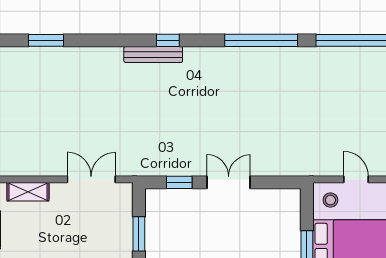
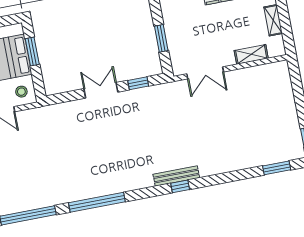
window: (46, 40) -> (277, 168), moved
window: (168, 40) -> (180, 186), moved
double door: (229, 182) -> (101, 90), swing flipped

